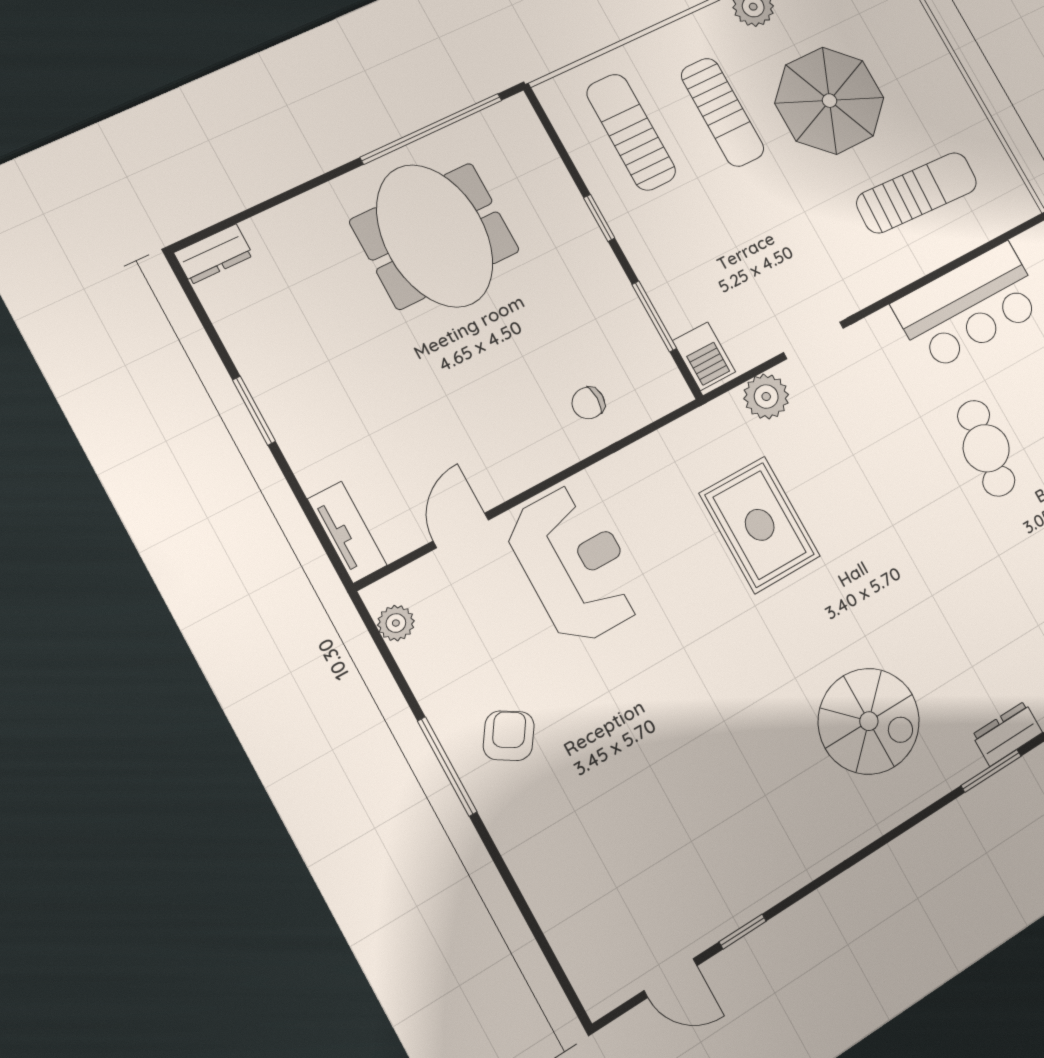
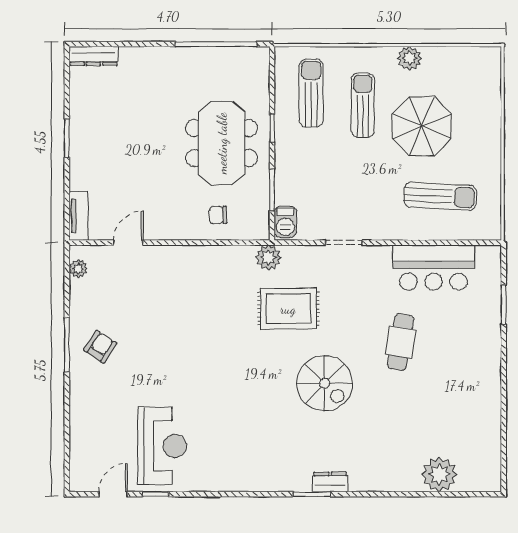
sun lounger: (723, 112) -> (363, 105), turned 180
meeting table: (435, 236) -> (222, 143), moved
dresser: (214, 254) -> (94, 56), width x1.44
plant: (766, 397) -> (268, 257), moved
rug: (760, 525) -> (288, 309), moved, turned 90
reception desk: (575, 564) -> (162, 446), moved
spiral stairs: (869, 721) -> (324, 383), moved
door: (671, 978) -> (113, 494), swing flipped

